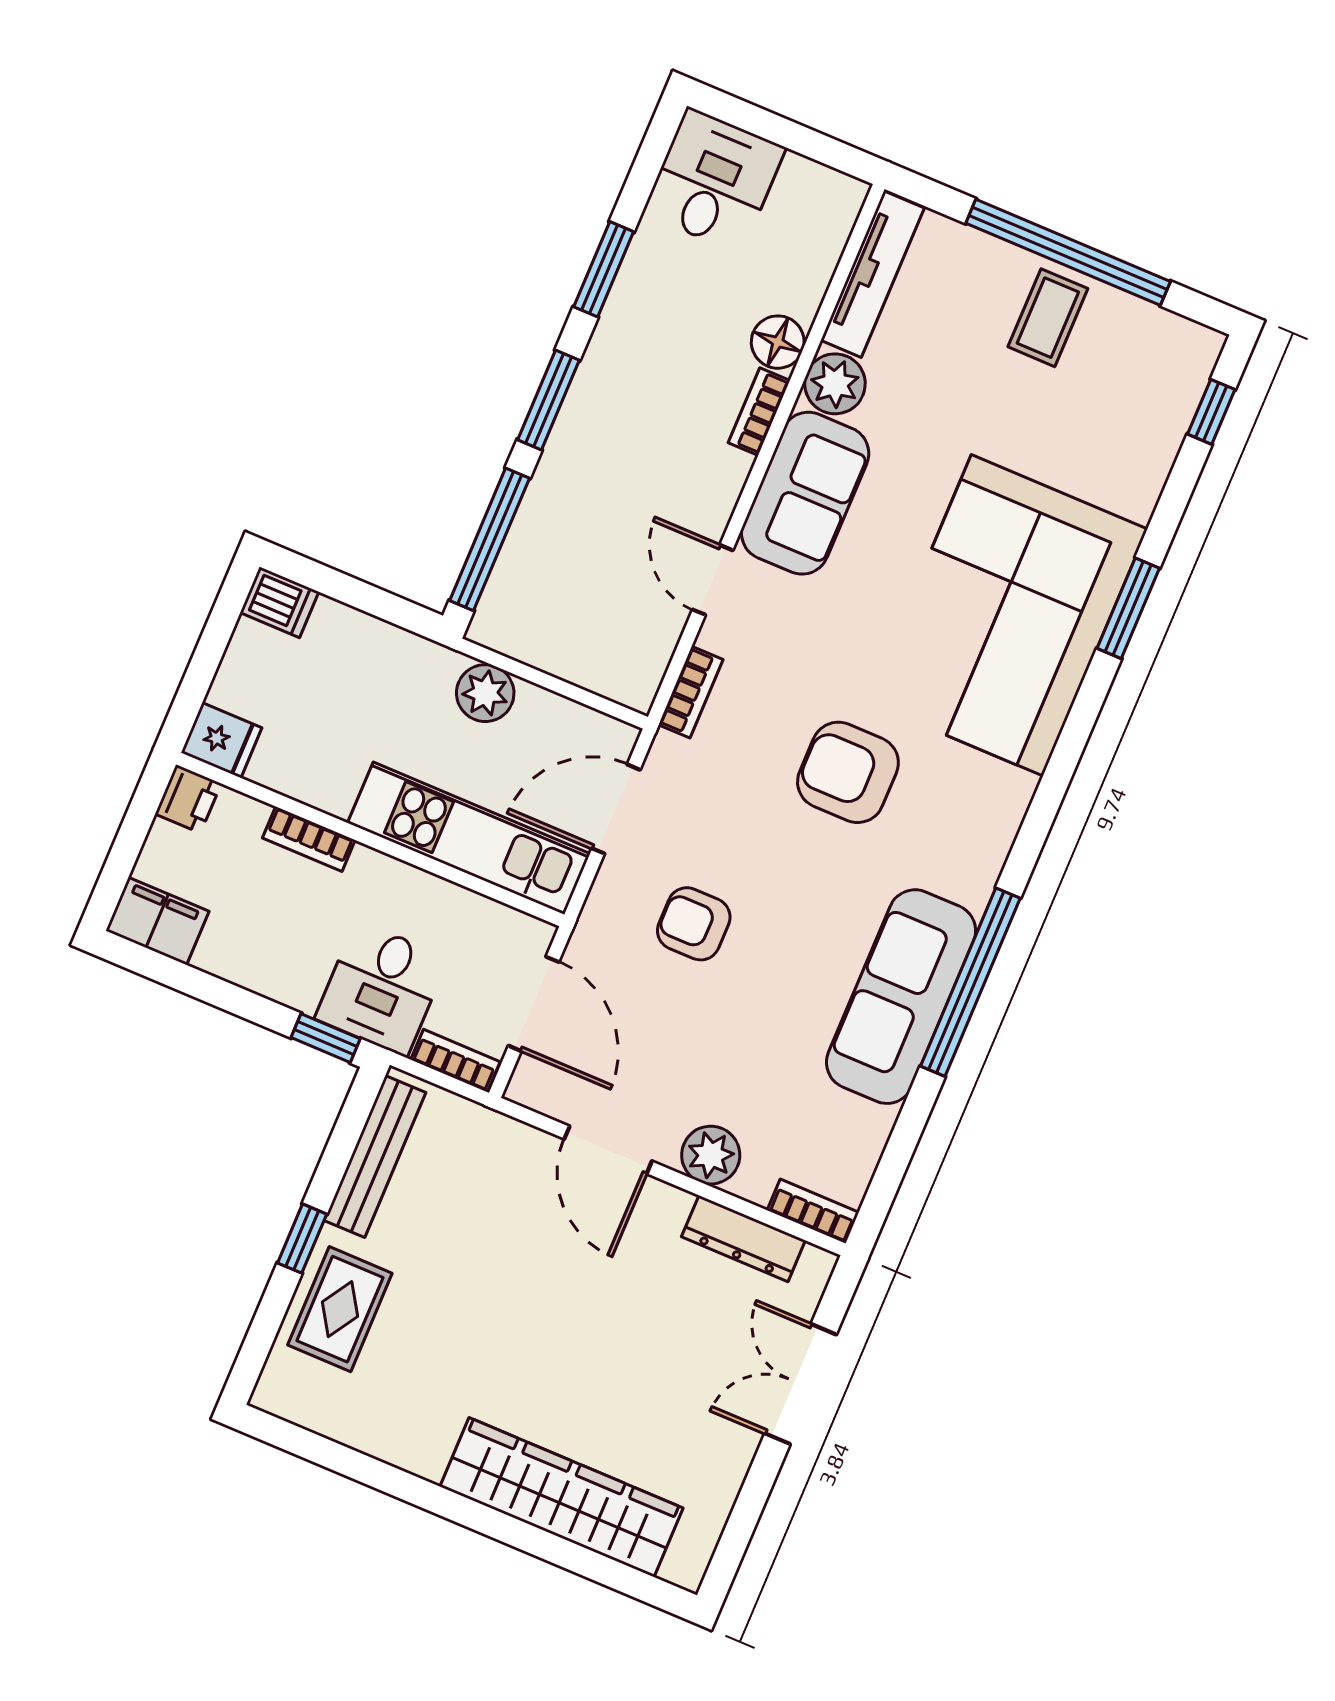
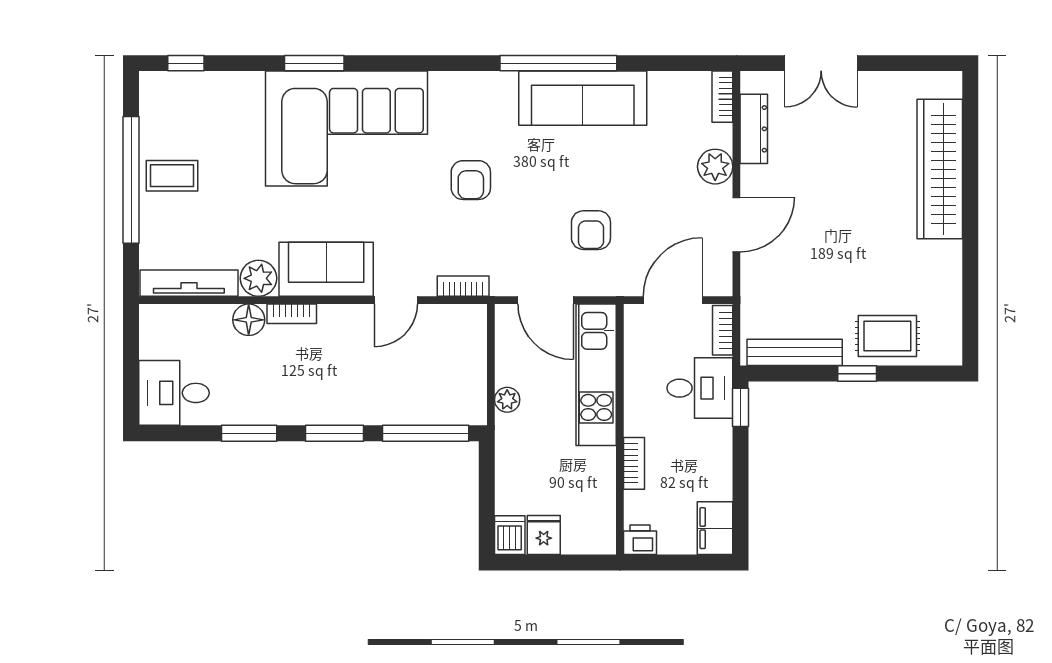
plant: (485, 693) -> (507, 400), width x0.73, depth x0.73
fridge: (221, 740) -> (544, 535), moved
armchair: (848, 772) -> (471, 180), width x0.72, depth x0.72

